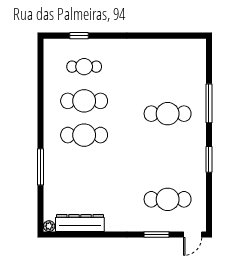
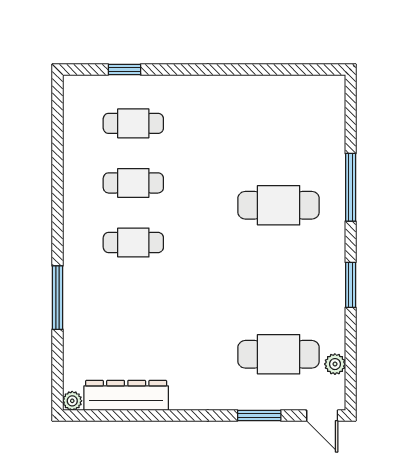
cafe table: (84, 101) -> (133, 183), width x0.73, depth x0.74
cafe table: (84, 135) -> (133, 242), width x0.73, depth x0.74
plant: (200, 205) -> (335, 364), added
door: (193, 235) -> (322, 416), hinge flipped

